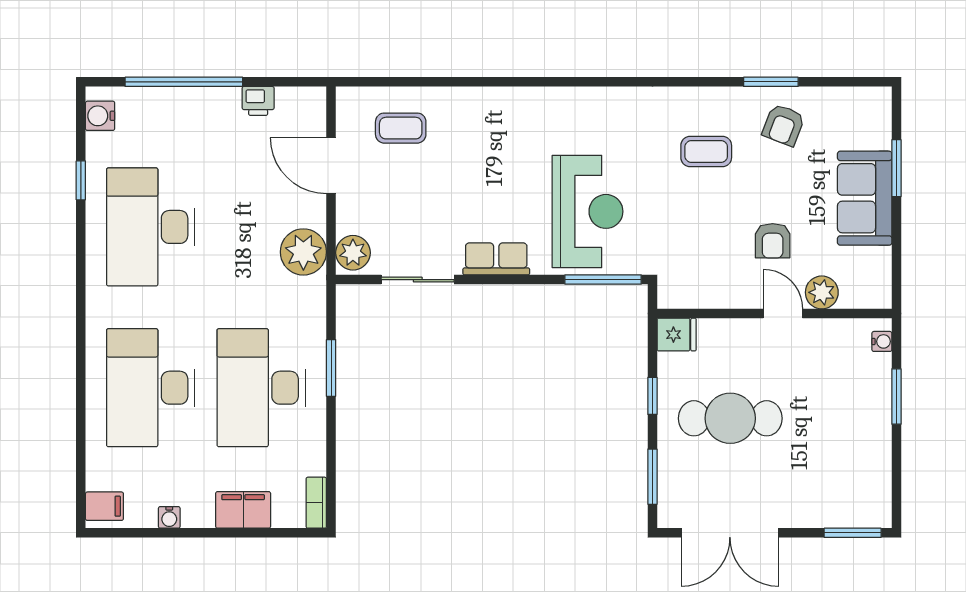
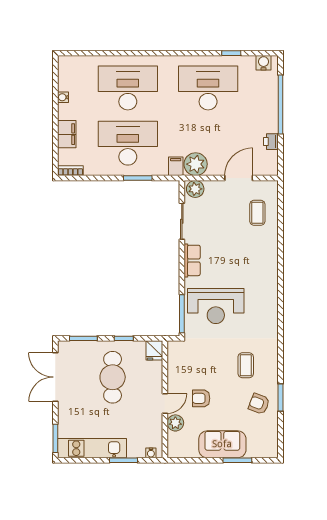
kitchen unit: (872, 459) -> (92, 448), added
filing cabinet: (104, 506) -> (176, 166), moved, turned 180

